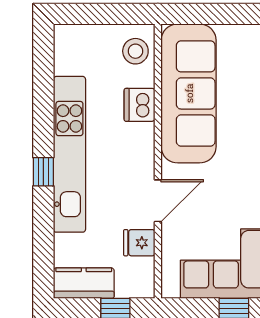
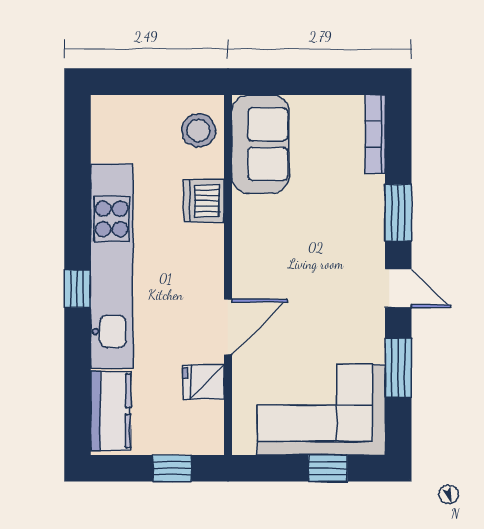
sofa: (189, 93) -> (260, 144), width x0.54, depth x0.79
kitchen counter: (84, 283) -> (111, 411), moved, turned 90

